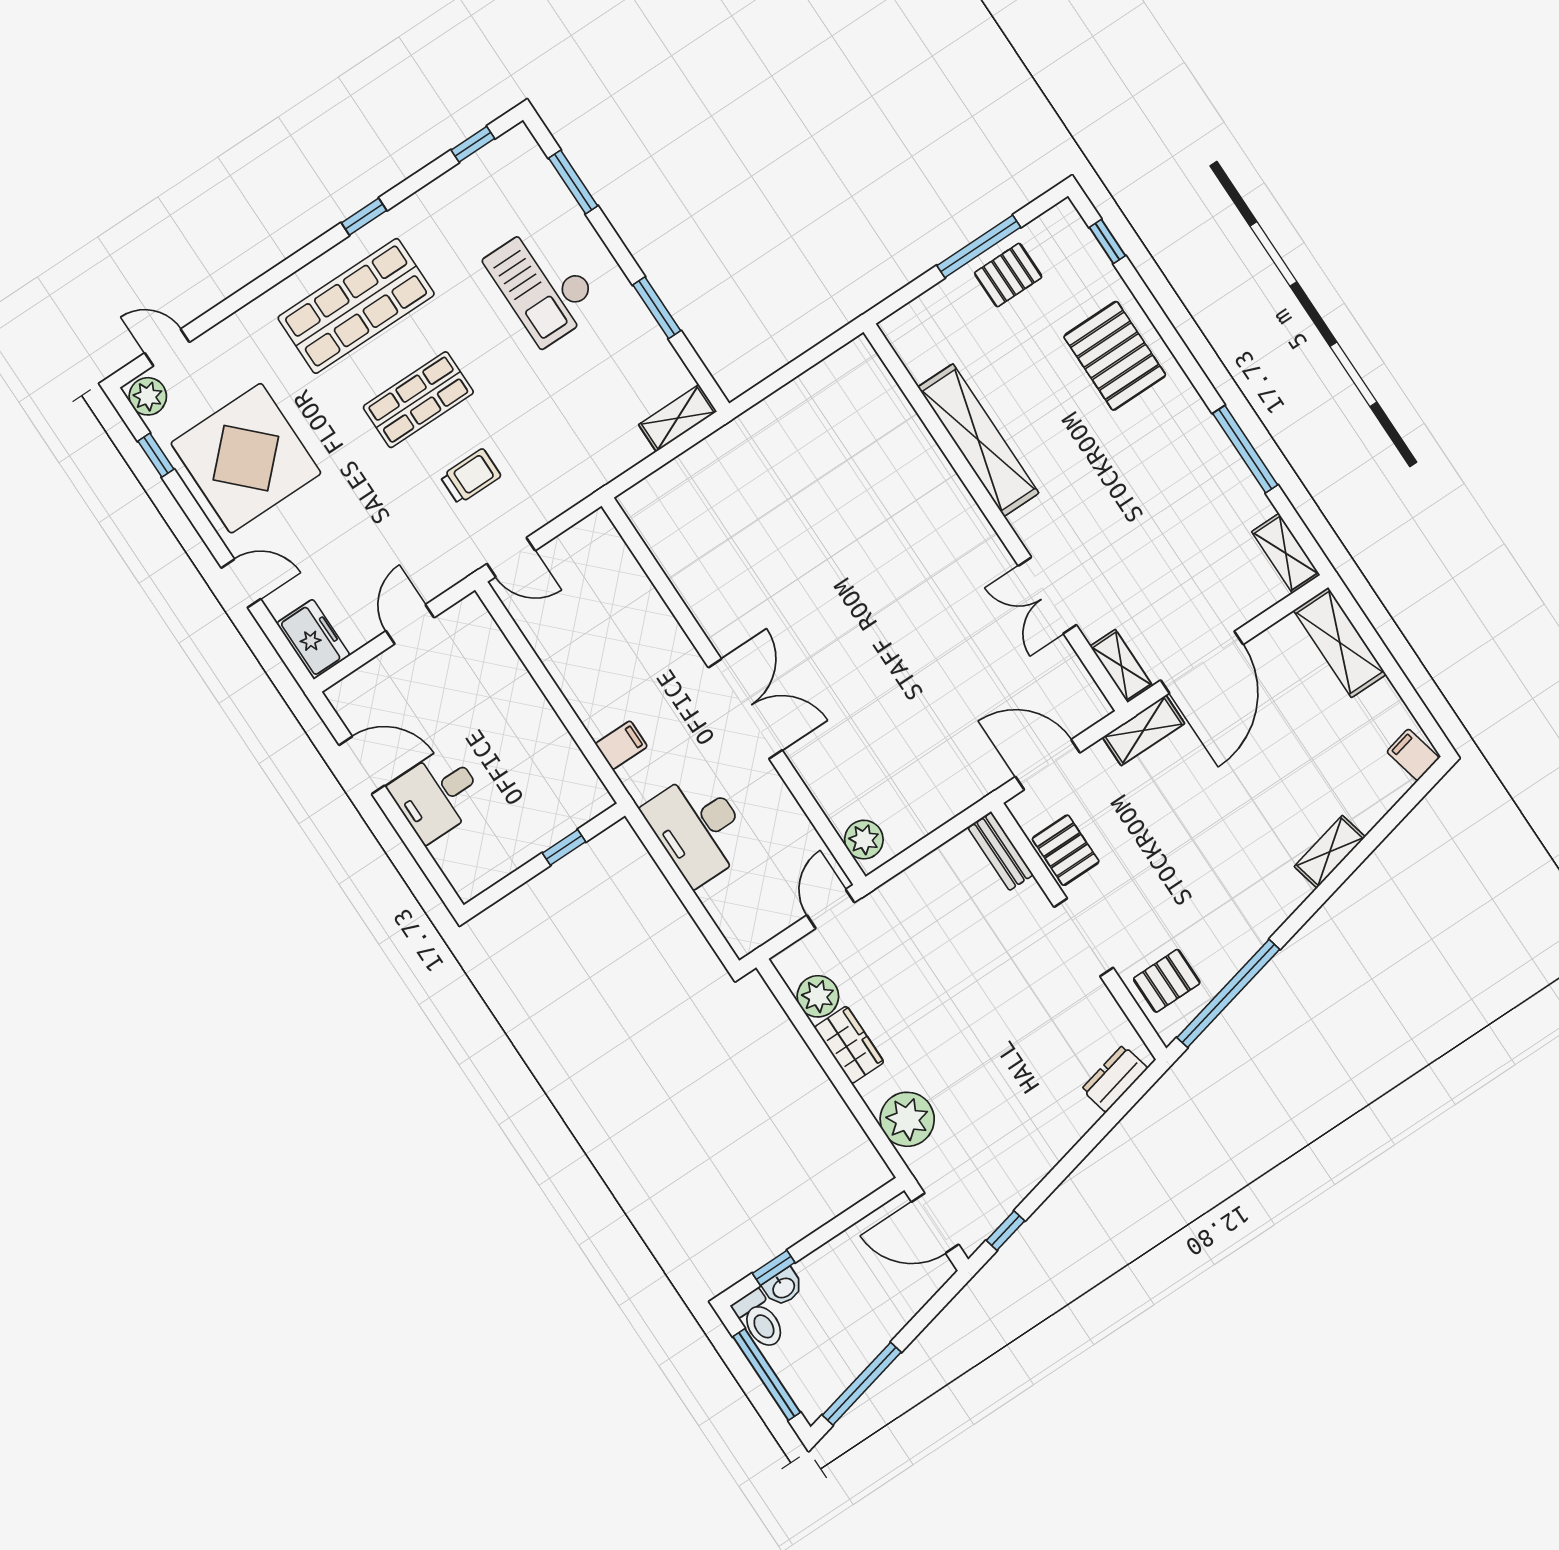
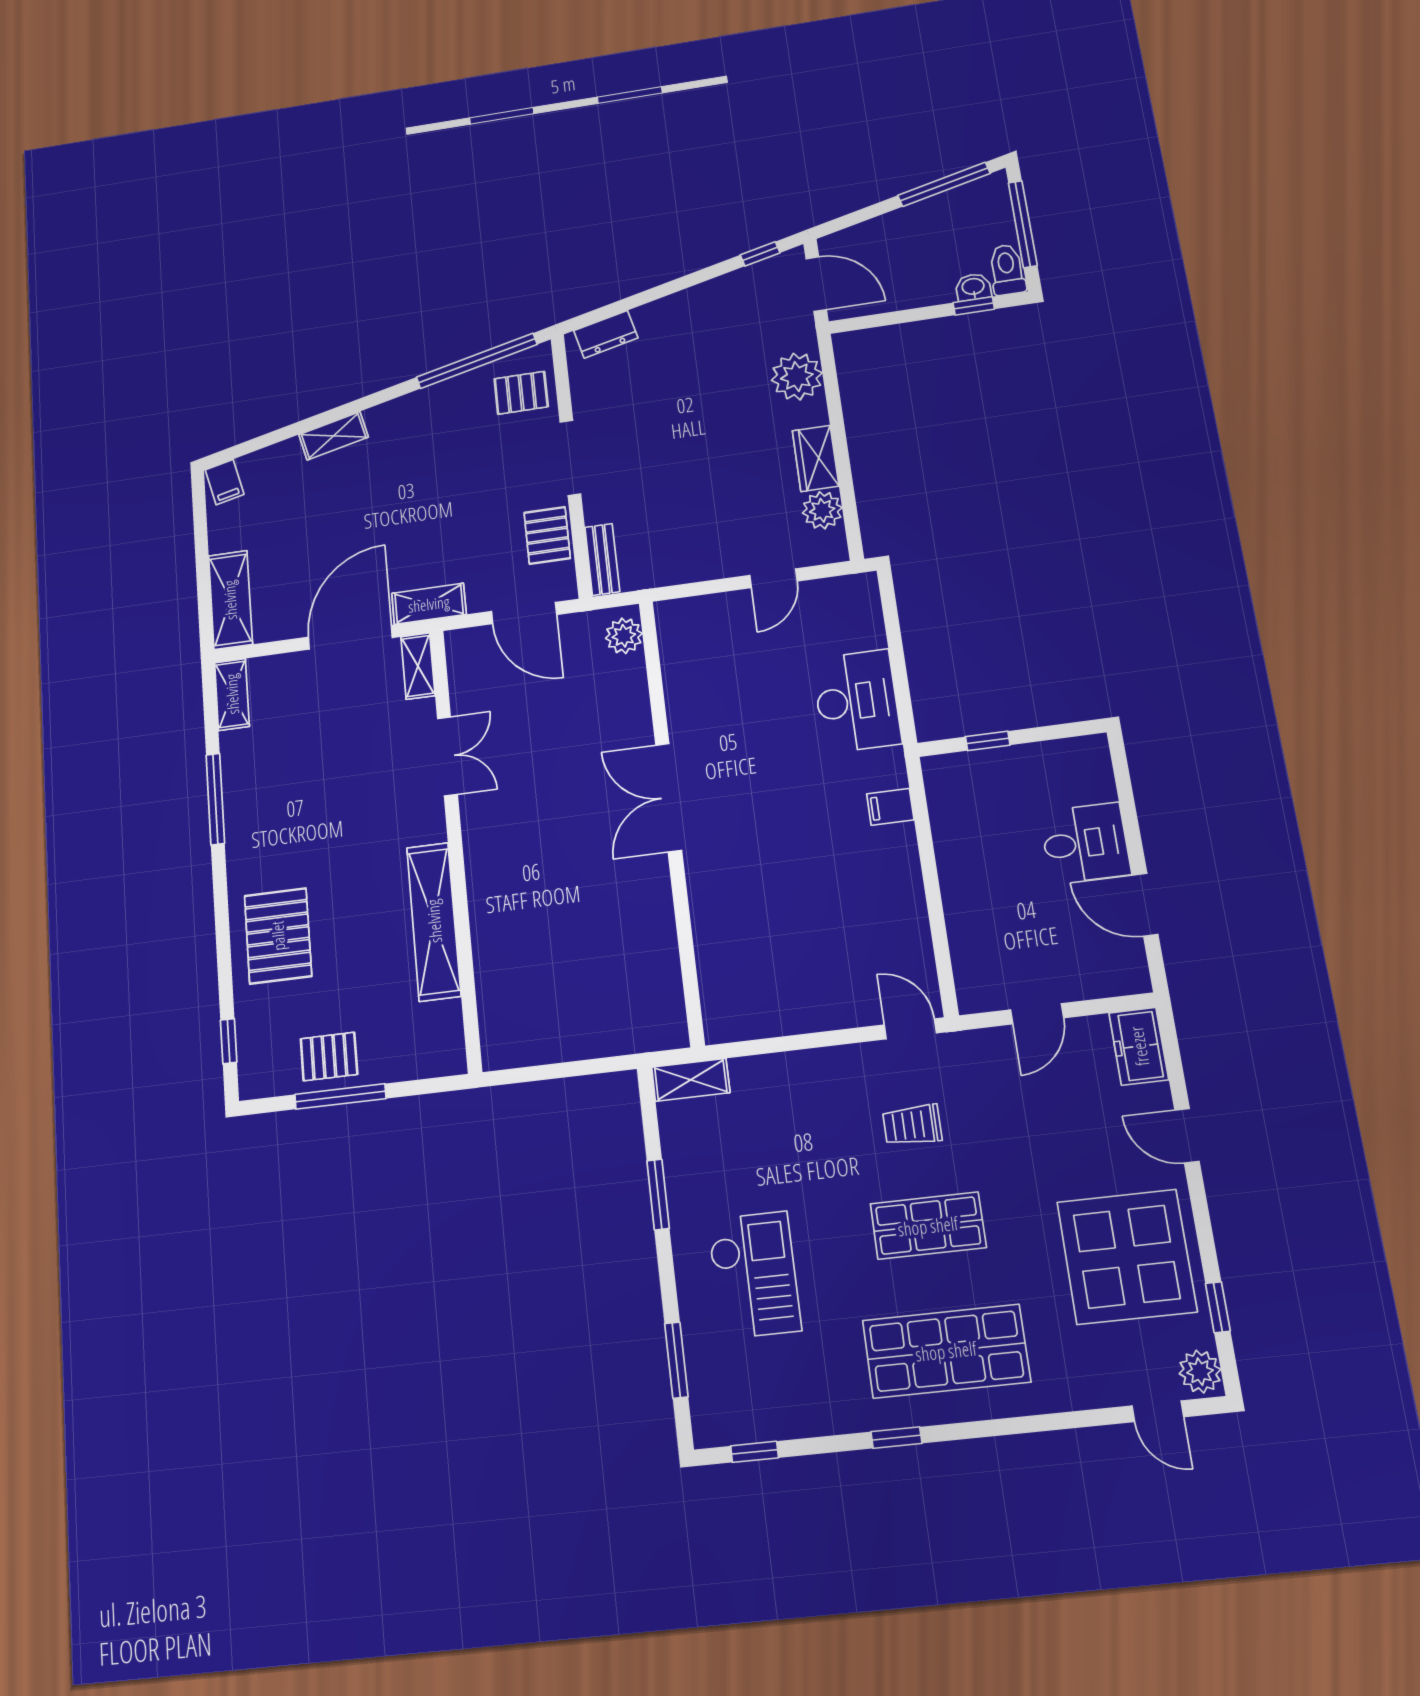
wall: (734, 691) -> (671, 818), moved
double door: (745, 709) -> (669, 797), moved
plant: (864, 840) -> (624, 636), moved

